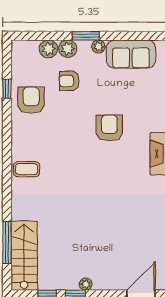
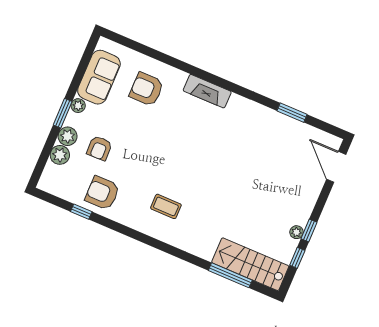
armchair: (109, 128) -> (147, 89), moved
coffee table: (27, 169) -> (166, 206), moved, turned 90
plant: (86, 284) -> (296, 232), moved

